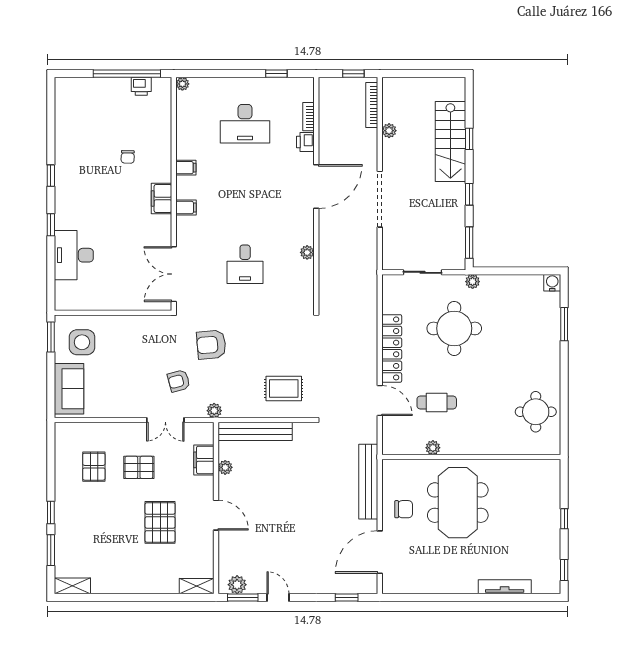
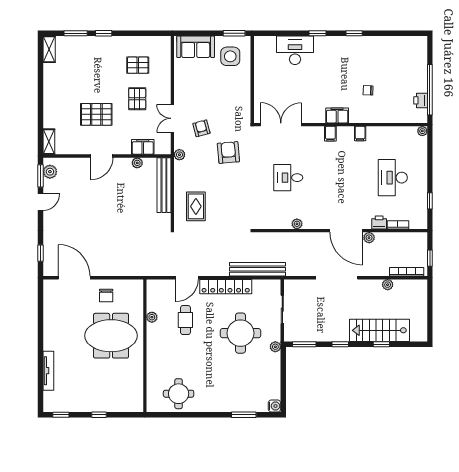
plant: (326, 156) -> (369, 238), added
bench: (368, 482) -> (258, 269), moved

